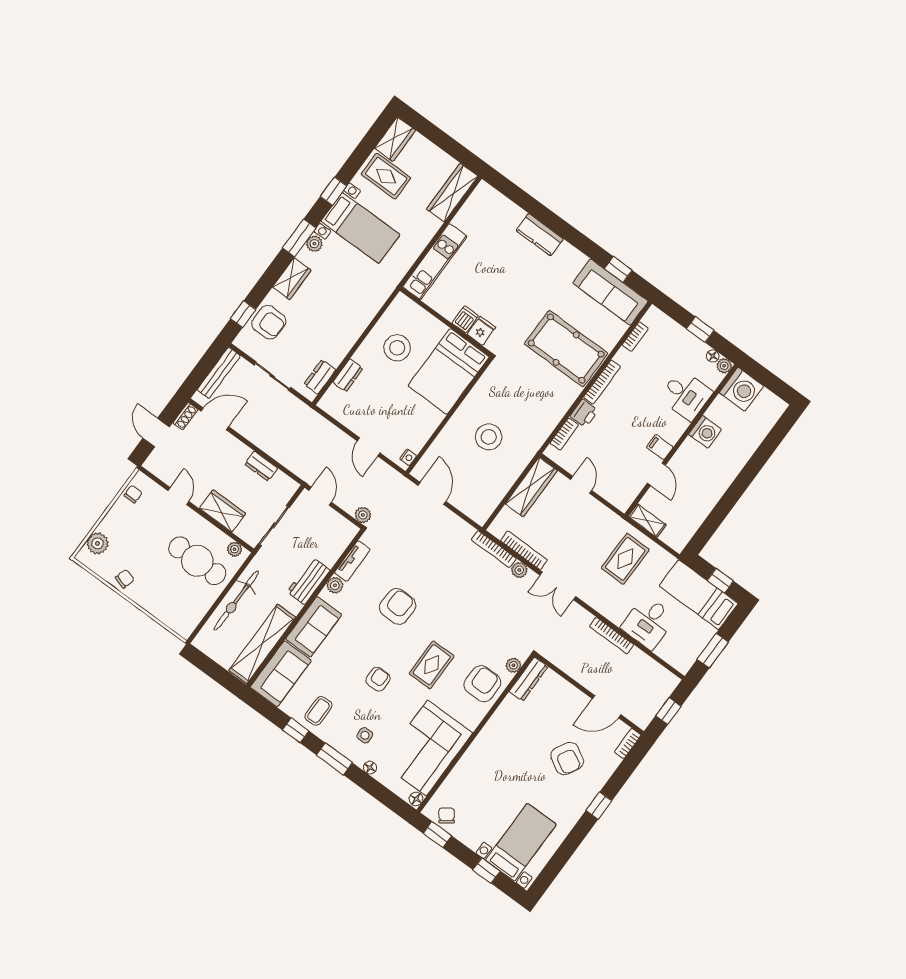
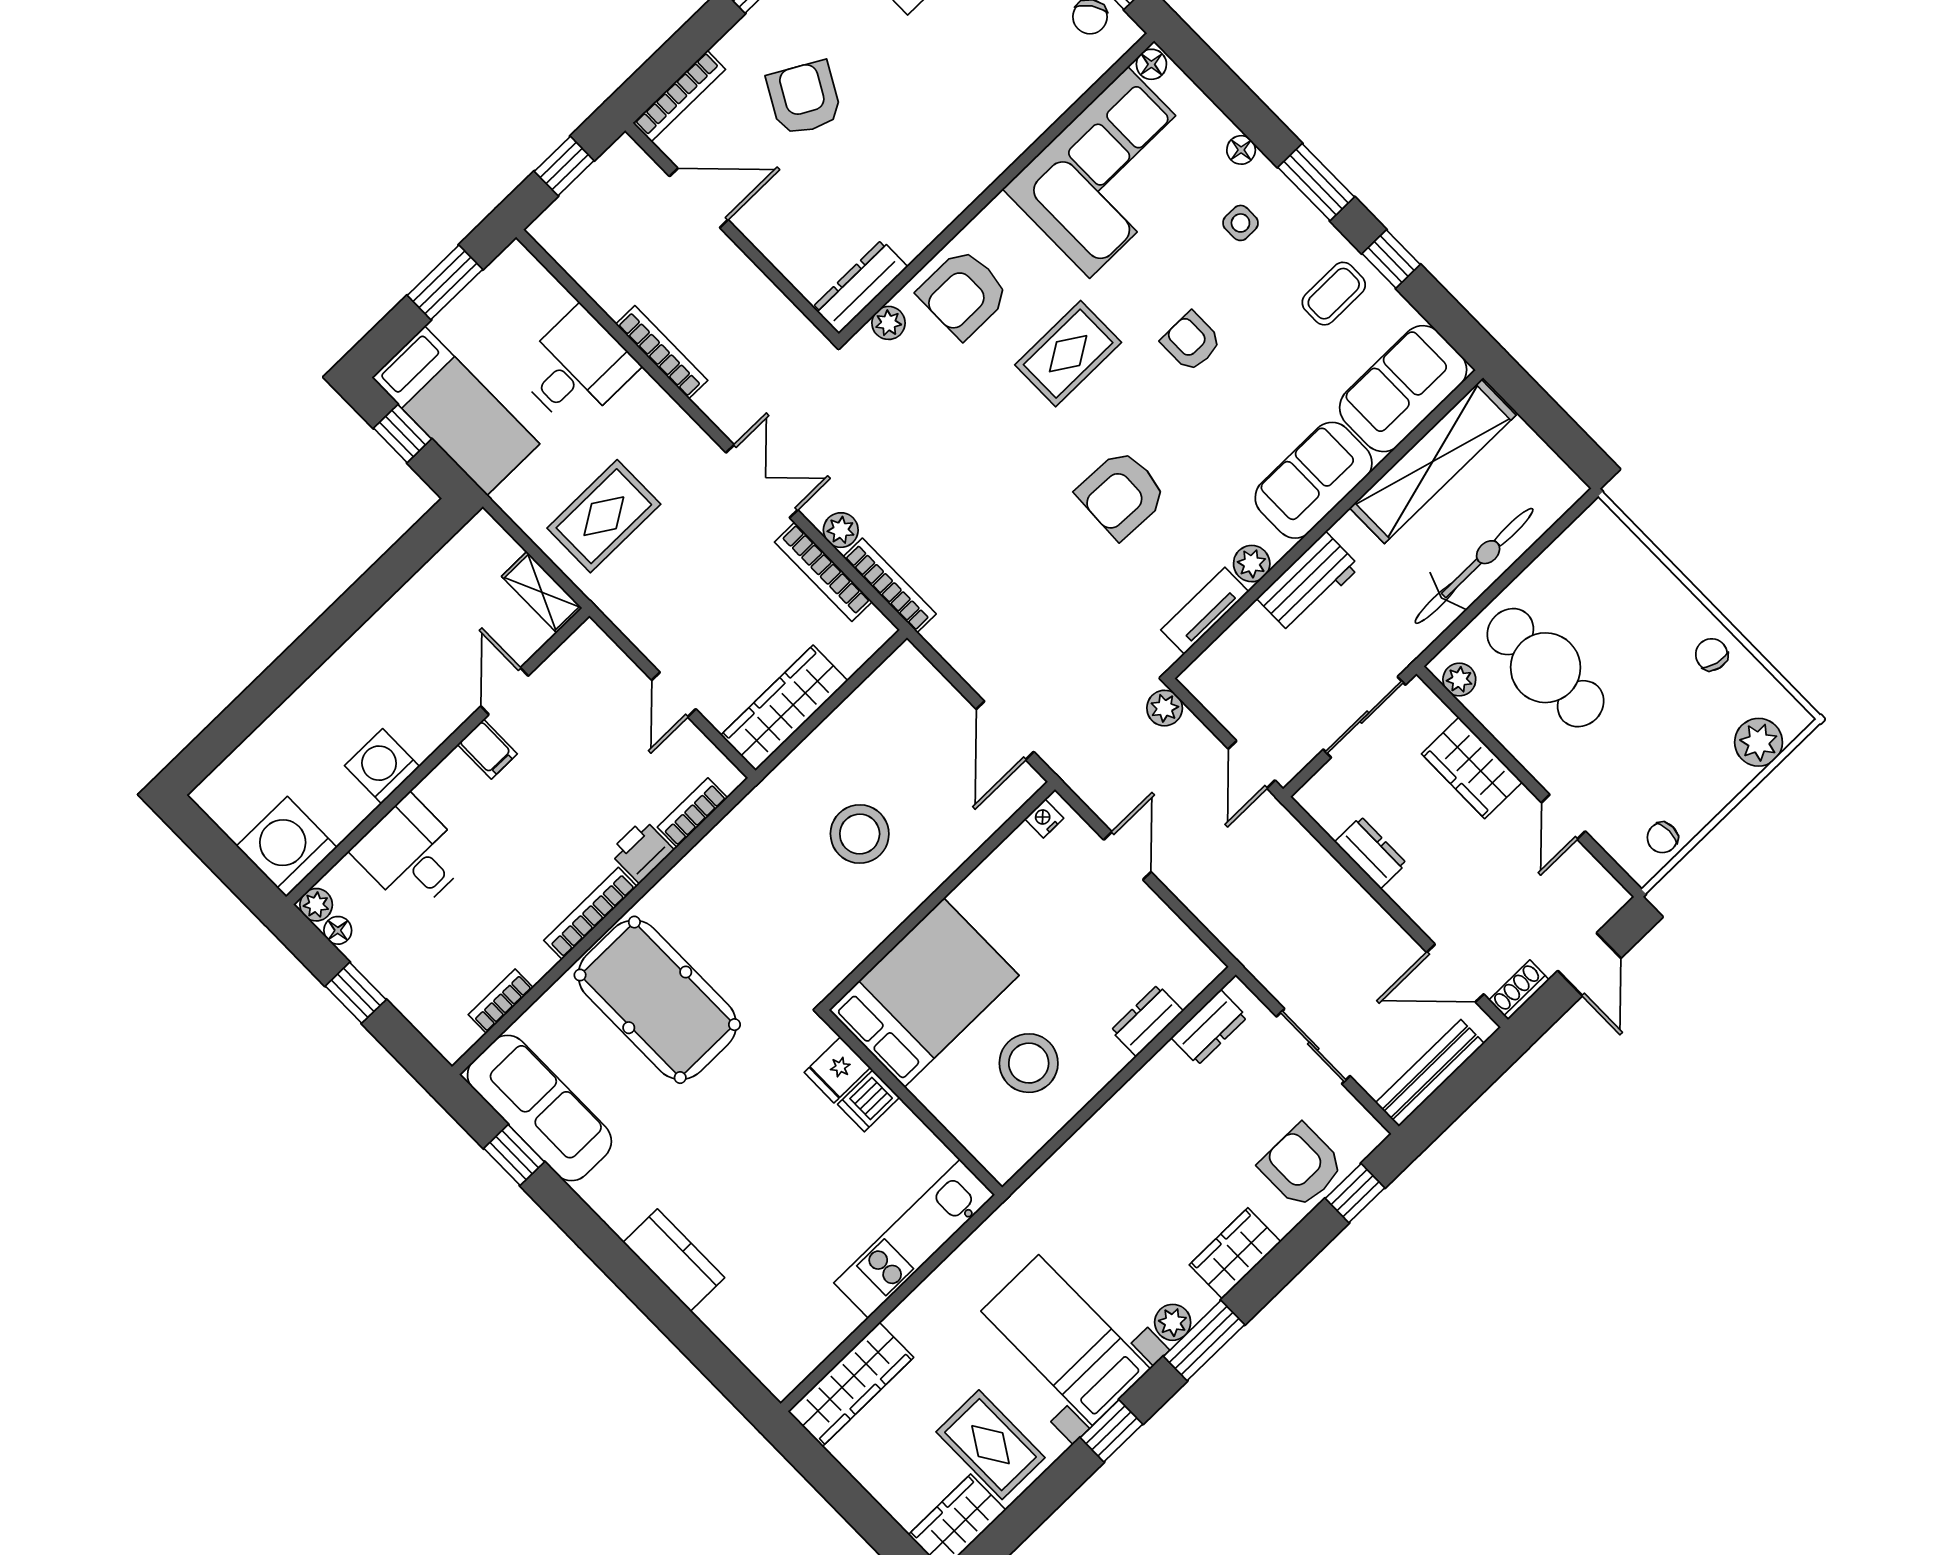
chair: (125, 579) -> (1712, 654), turned 86
armchair: (378, 679) -> (1191, 342), turned 90
bookcase: (628, 744) -> (679, 96), width x1.56

